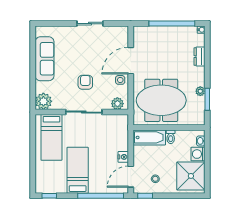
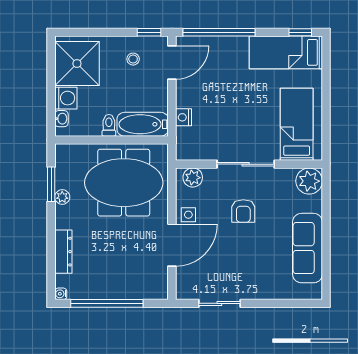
sliding door: (90, 24) -> (219, 303), moved
dresser: (200, 57) -> (63, 252), width x1.44
nightstand: (123, 157) -> (184, 117), moved
bed: (78, 170) -> (286, 52), moved, turned 90

